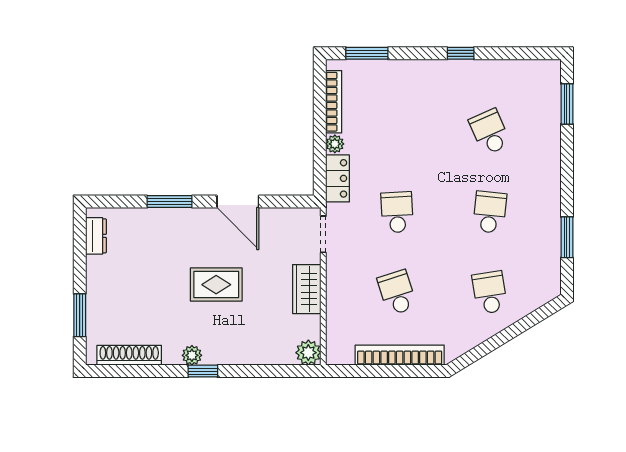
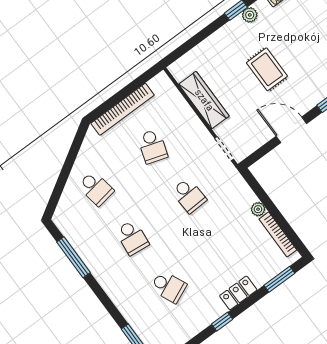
locker: (338, 178) -> (238, 293), moved, turned 90
window: (567, 237) -> (74, 257), width x1.44
rug: (216, 285) -> (267, 69), turned 90
wardrobe: (307, 289) -> (204, 100), width x1.50
school desk: (397, 293) -> (153, 146), turned 36
plant: (308, 353) -> (180, 69), removed

